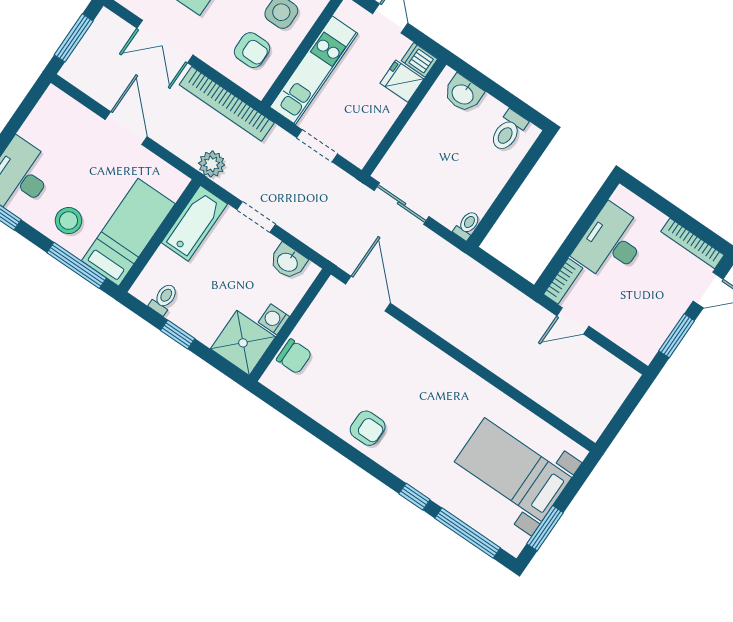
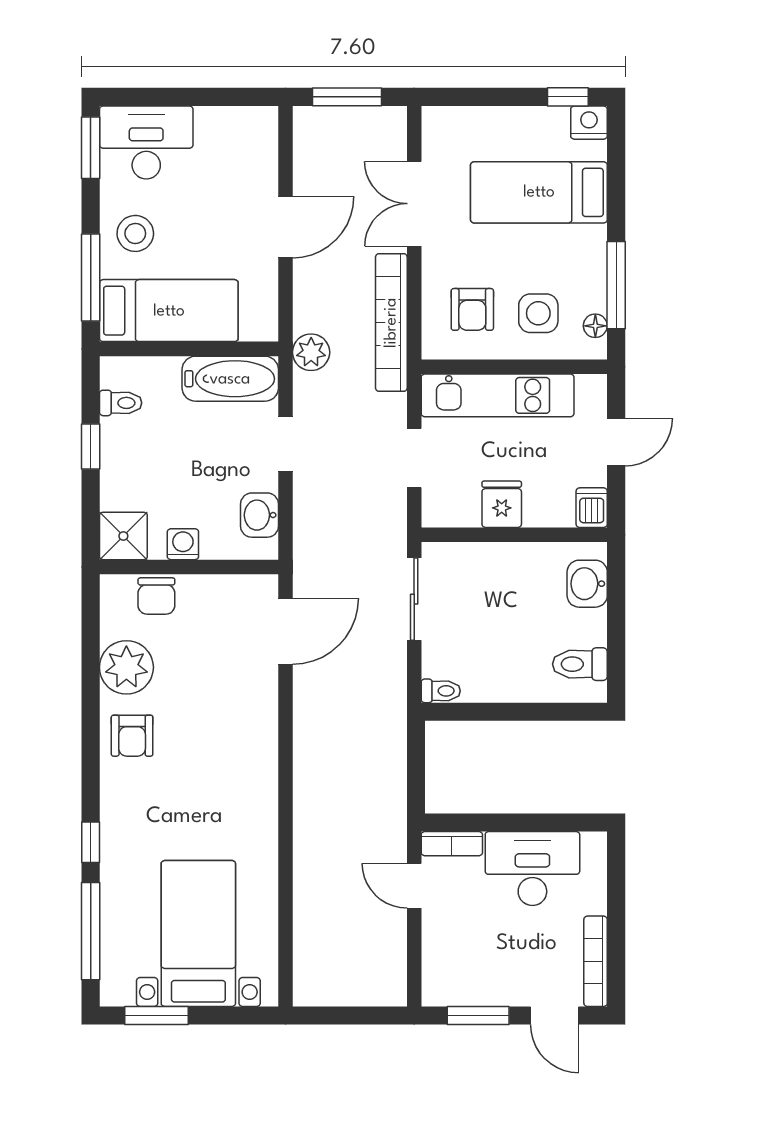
fridge: (402, 81) -> (502, 504), moved
shower: (243, 343) -> (123, 536), width x0.73, depth x0.73
plant: (324, 404) -> (126, 667), added

